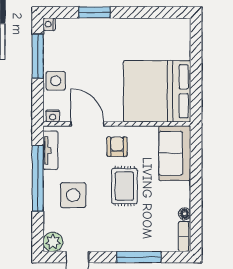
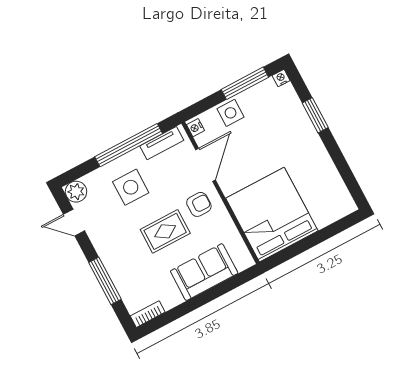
sofa: (175, 153) -> (204, 272), moved
floor lamp: (185, 214) -> (169, 303), removed

